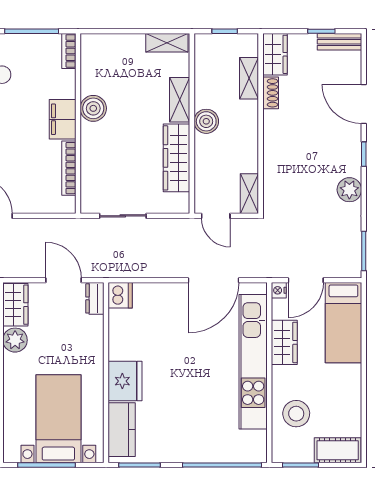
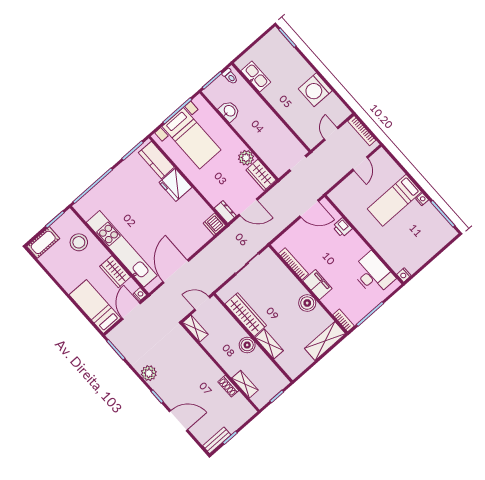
shelving: (167, 43) -> (325, 341), moved, width x1.50, depth x1.33
wardrobe: (275, 54) -> (243, 407), removed

